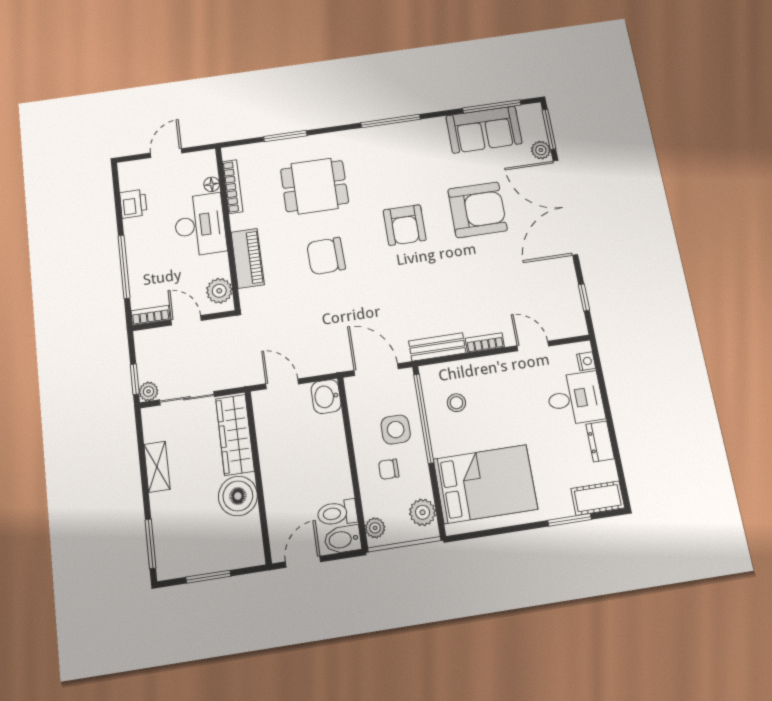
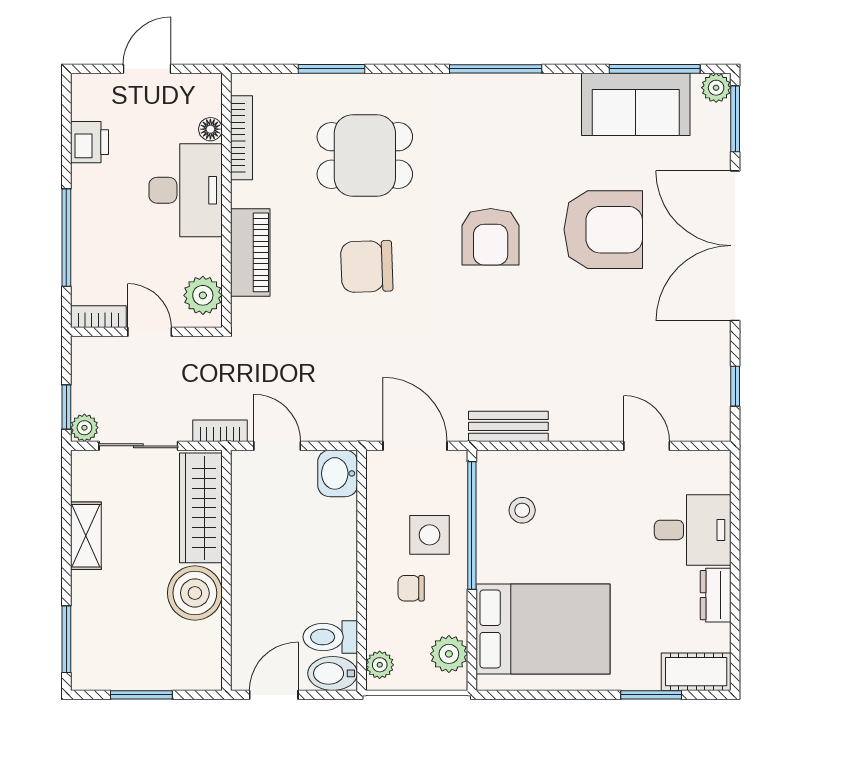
plant: (541, 150) -> (716, 88), moved
bookcase: (485, 343) -> (220, 431), moved
nightstand: (586, 361) -> (719, 479), removed

